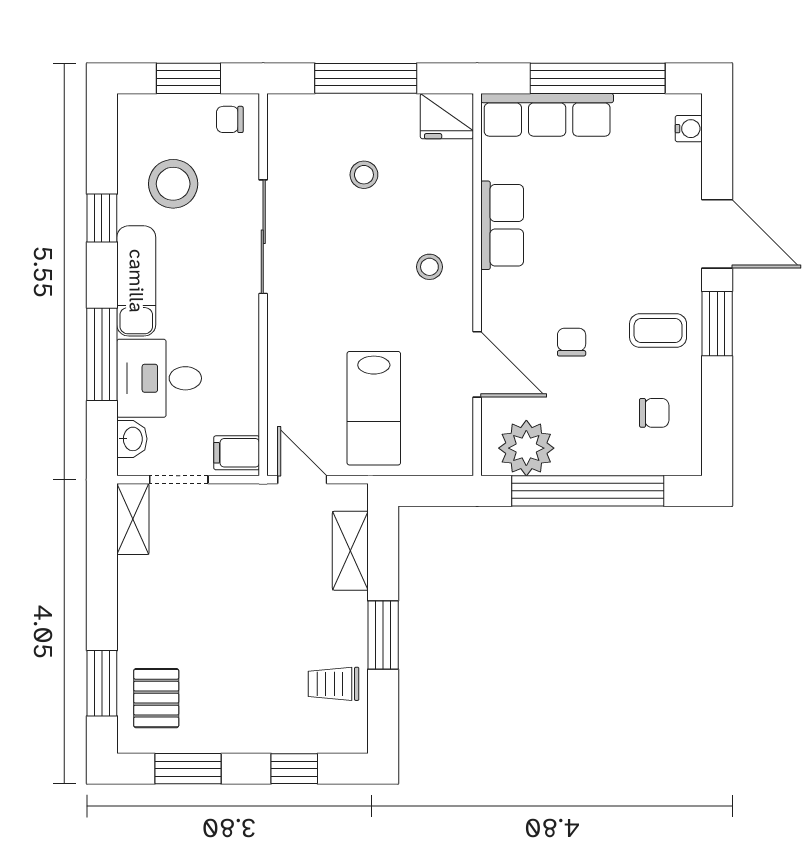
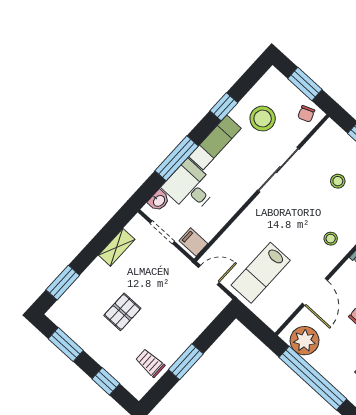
chair: (230, 119) -> (306, 114), turned -112
door: (302, 480) -> (209, 275), hinge flipped
shelving: (133, 519) -> (117, 247), moved
shelving: (350, 551) -> (203, 318), removed
pallet: (156, 698) -> (122, 312), moved

